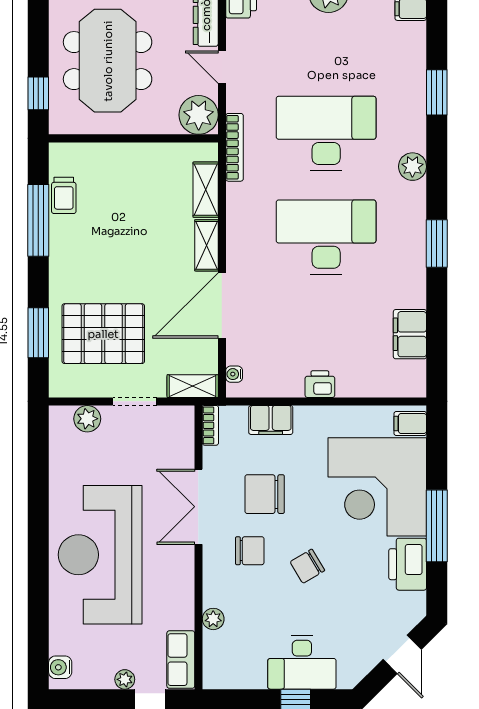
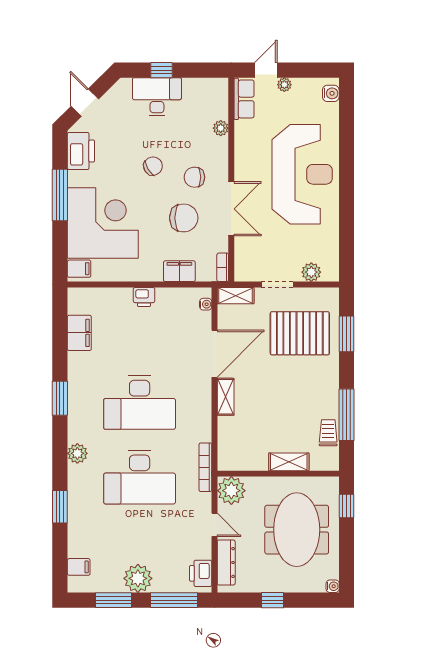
shelving: (206, 190) -> (289, 462), moved, turned 90
printer: (408, 564) -> (81, 151), moved

